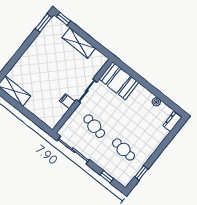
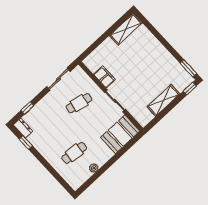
filing cabinet: (67, 101) -> (104, 77), width x2.00
dresser: (172, 121) -> (23, 128), moved
cafe table: (124, 149) -> (74, 153), moved
sliding door: (73, 150) -> (59, 79), width x0.73

